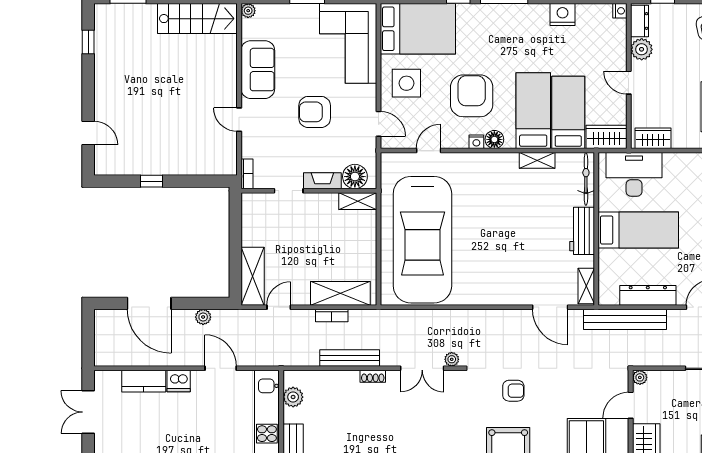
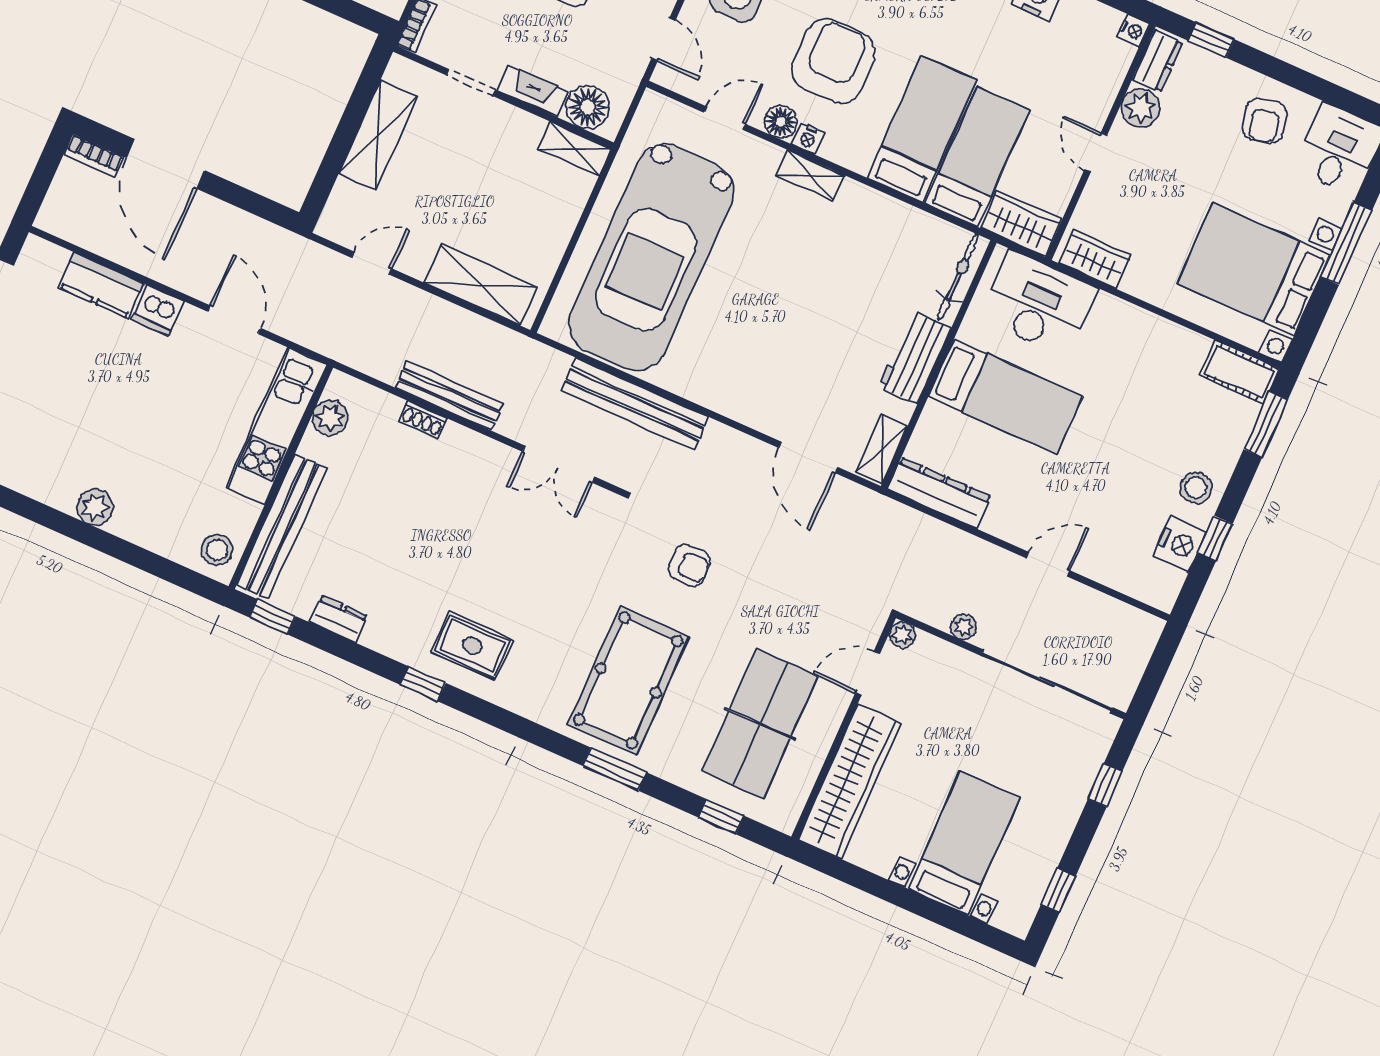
floor lamp: (494, 139) -> (781, 122), moved
shelving: (537, 160) -> (810, 175), moved
shelving: (253, 276) -> (378, 135), moved
dresser: (648, 295) -> (939, 493), moved
bookcase: (332, 316) -> (94, 156), moved
plant: (203, 317) -> (243, 225), removed
bench: (625, 319) -> (635, 404), moved
plant: (452, 359) -> (963, 627), moved
shoe rack: (373, 376) -> (423, 419), moved

